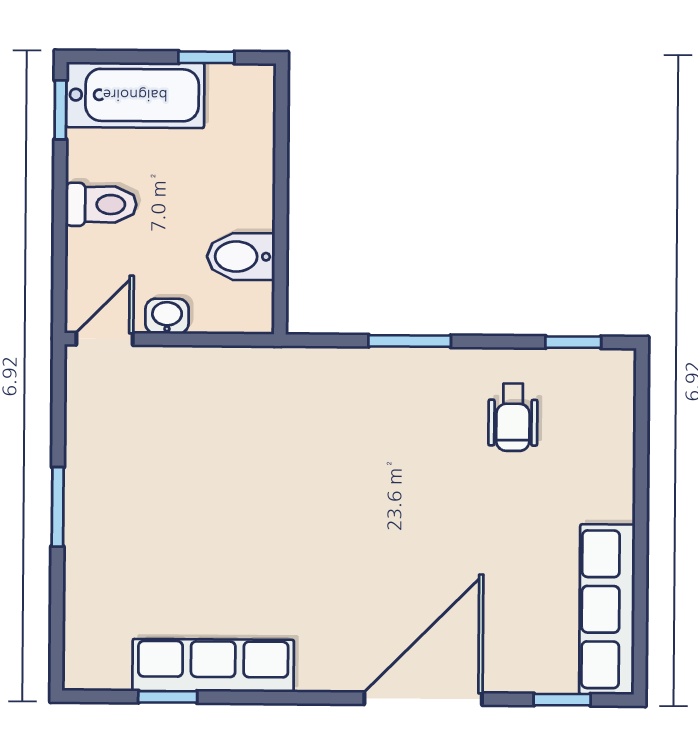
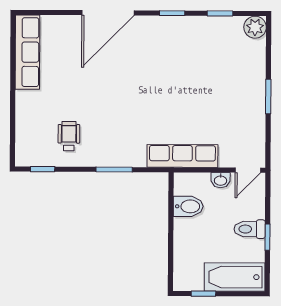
window: (60, 110) -> (268, 237), moved
plant: (88, 665) -> (255, 27), added
row of seats: (213, 665) -> (182, 156), moved, turned 180
window: (562, 700) -> (172, 13), moved

